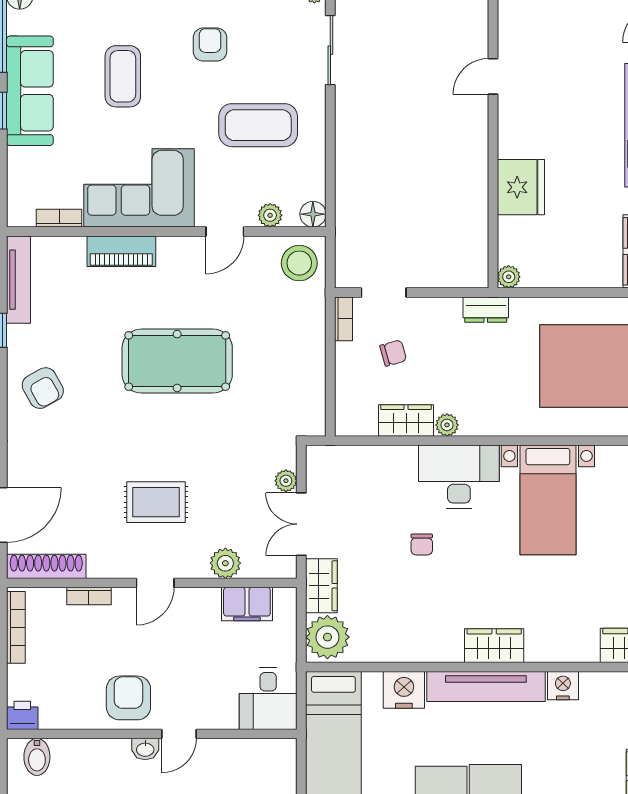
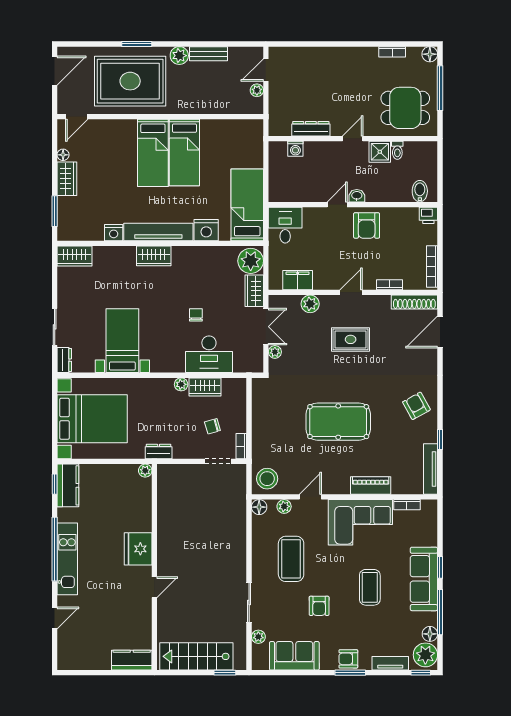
coffee table: (258, 125) -> (291, 559), turned 90
fridge: (521, 187) -> (138, 549), moved
desk: (459, 477) -> (209, 354), moved

